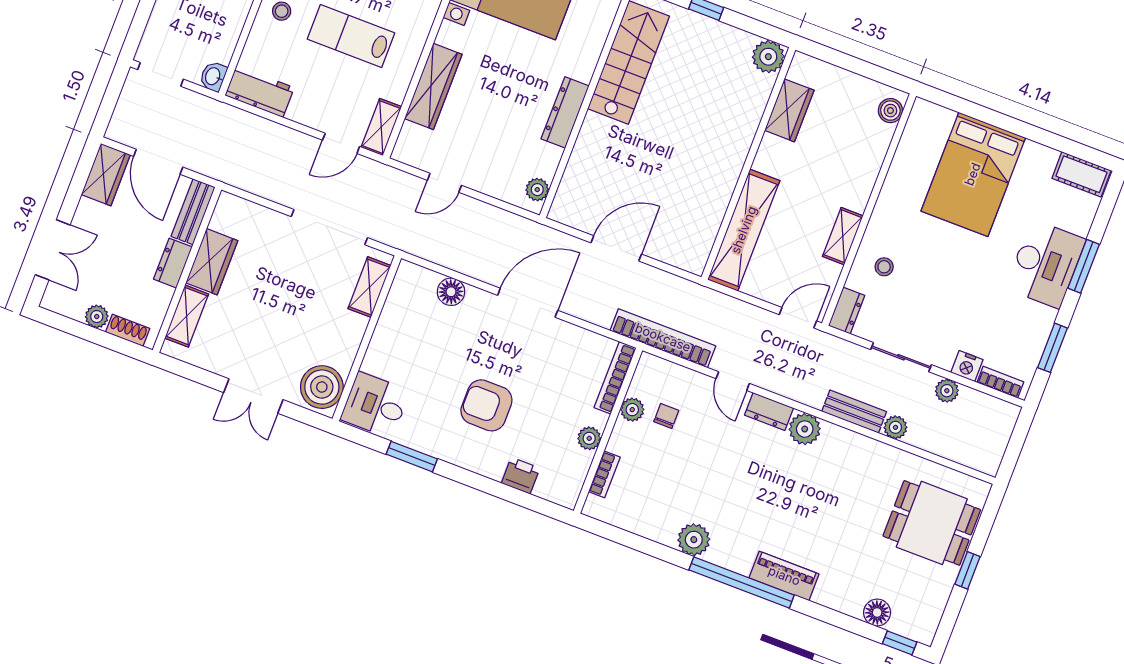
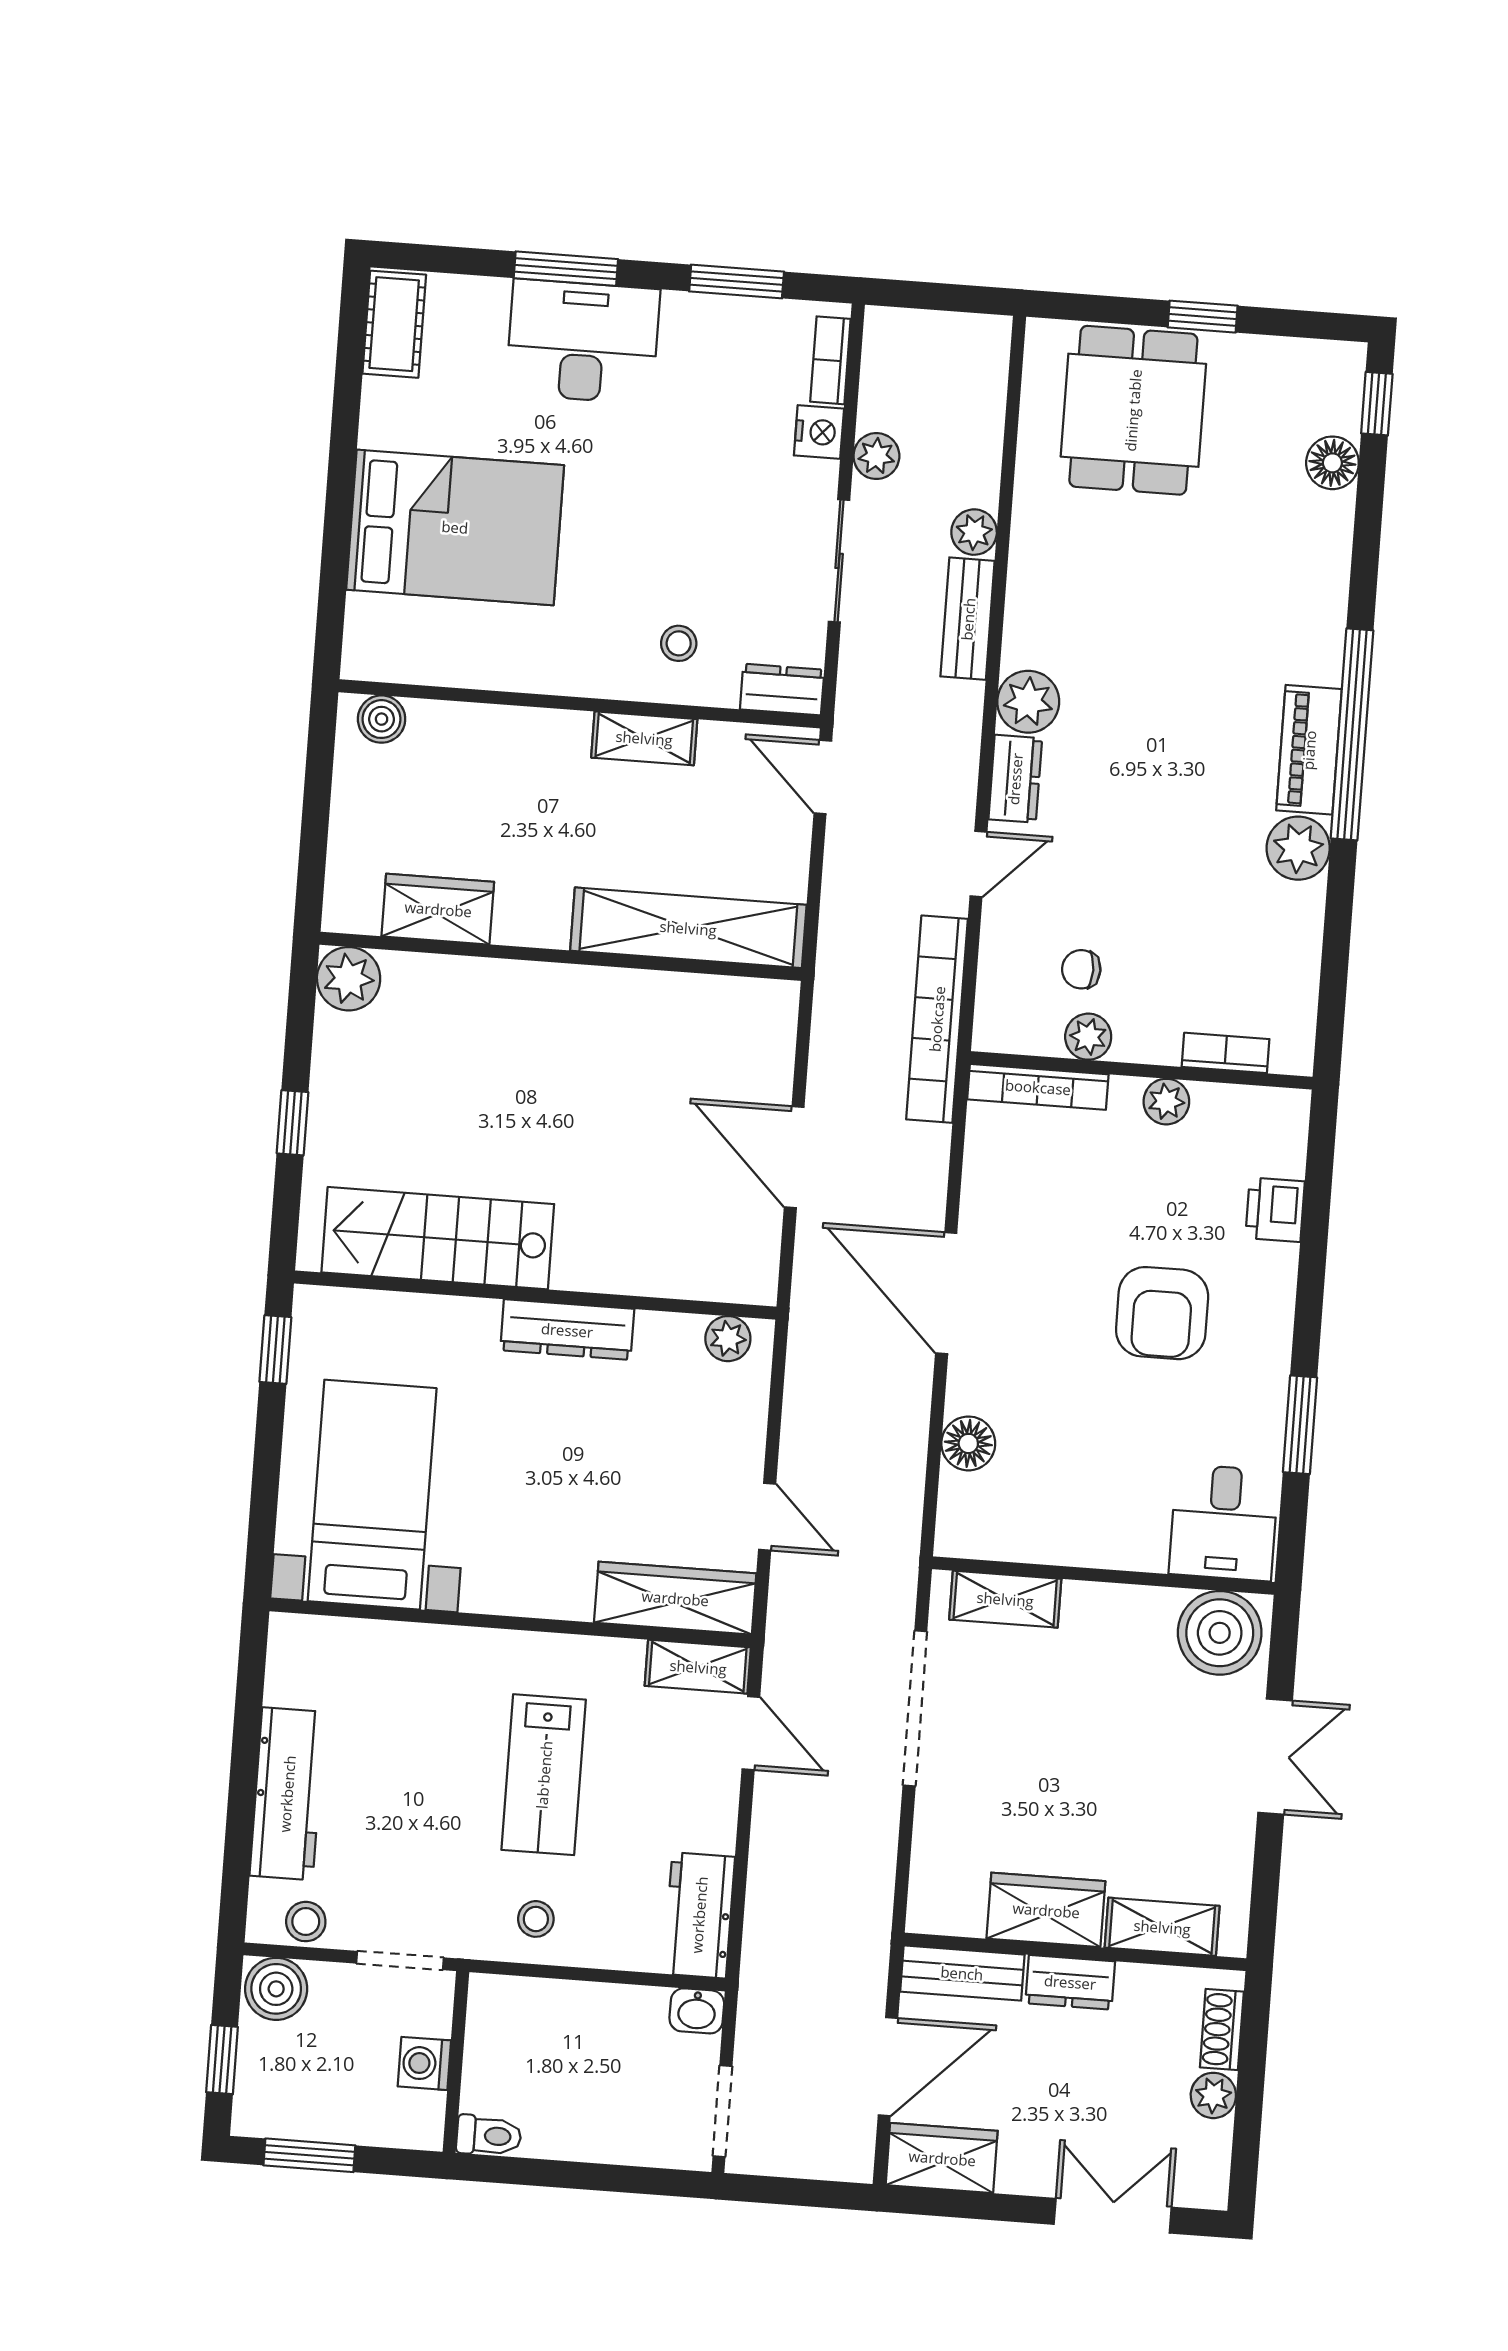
wardrobe: (433, 86) -> (675, 1598), moved
piano: (784, 576) -> (1309, 750), moved

